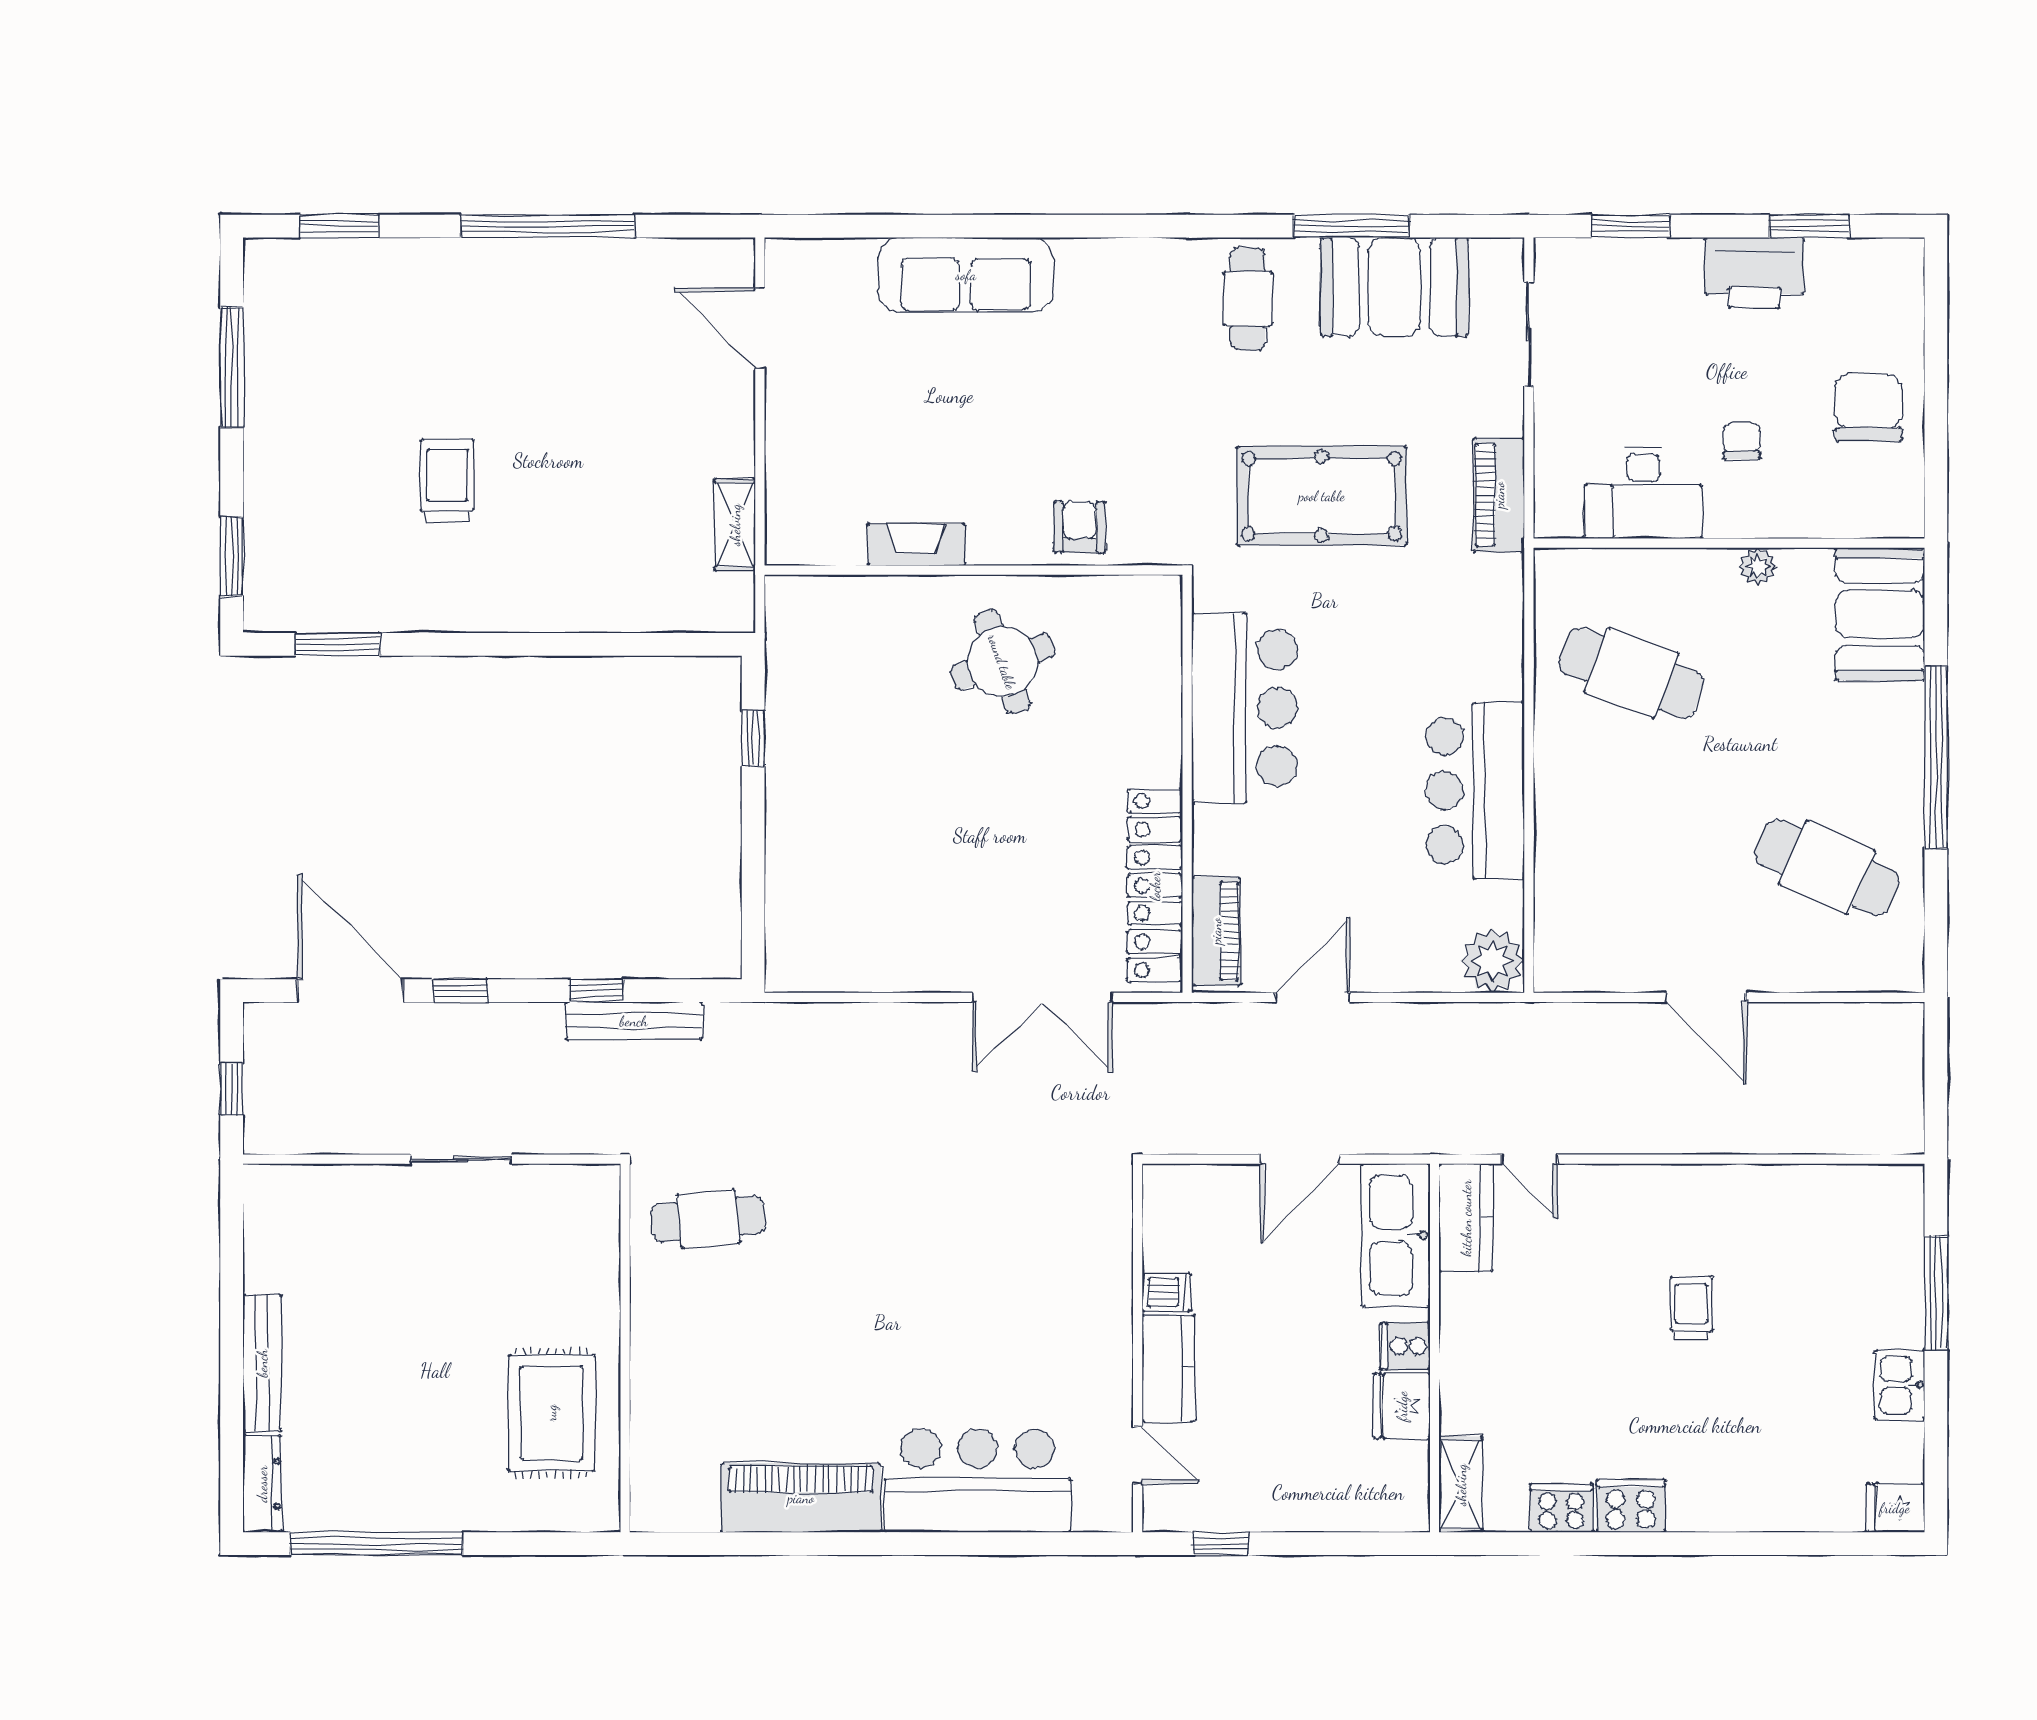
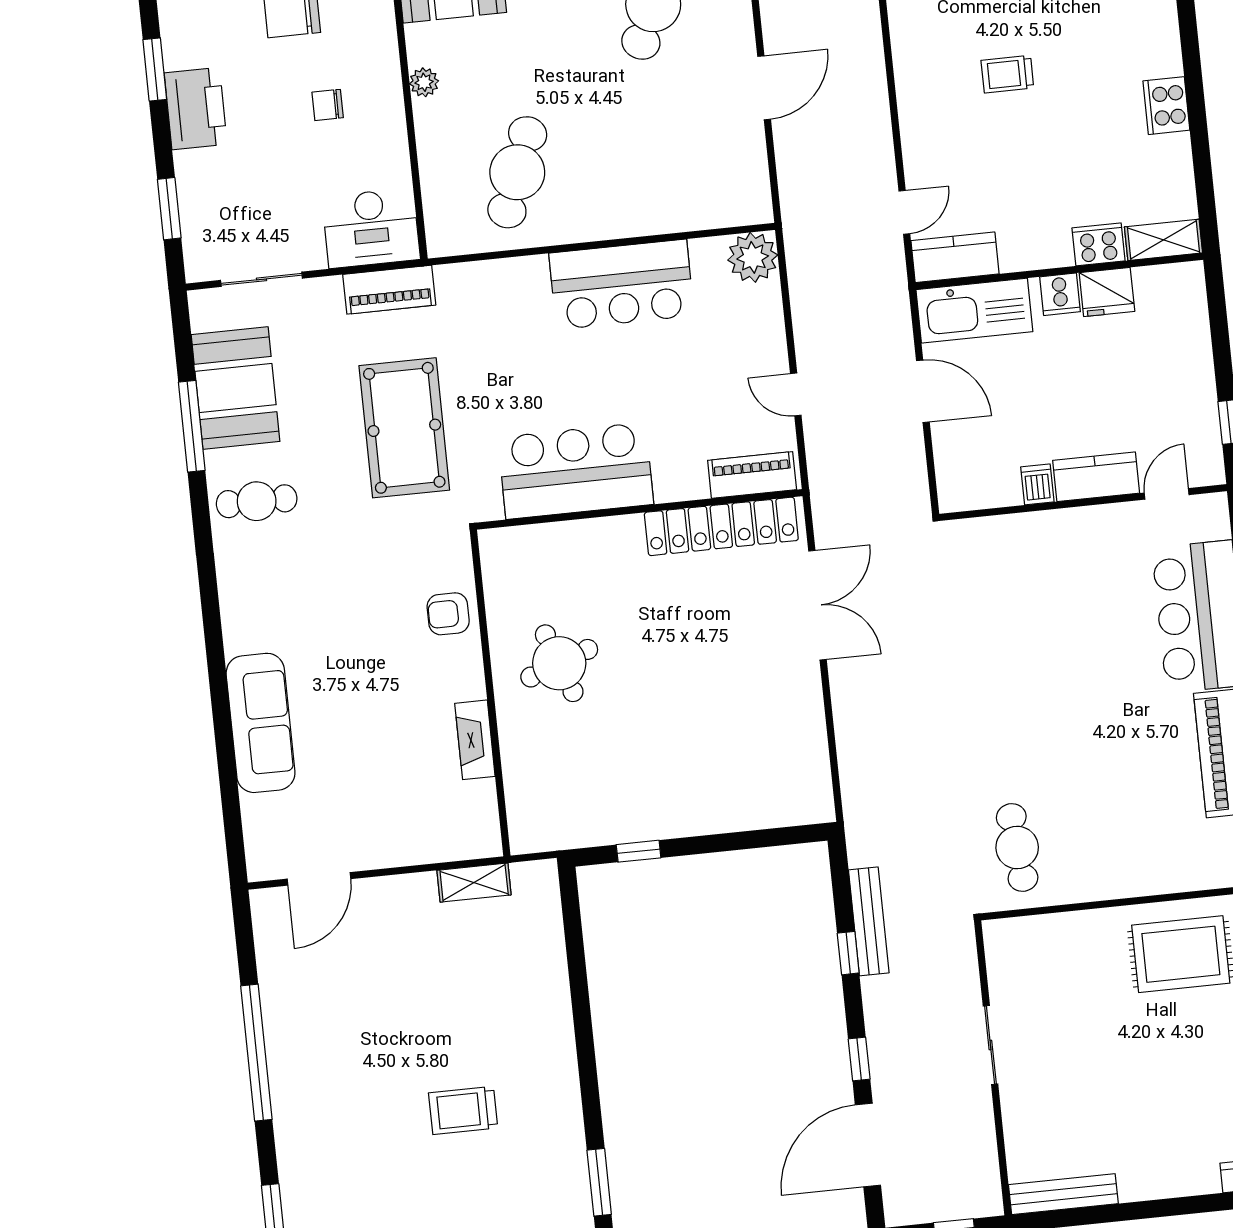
desk: (1643, 492) -> (371, 228), moved, turned 90
door: (1313, 997) -> (796, 394), width x0.73
bench: (262, 1363) -> (1063, 1194), moved
cooker: (1561, 1508) -> (1098, 244), moved, turned 90

